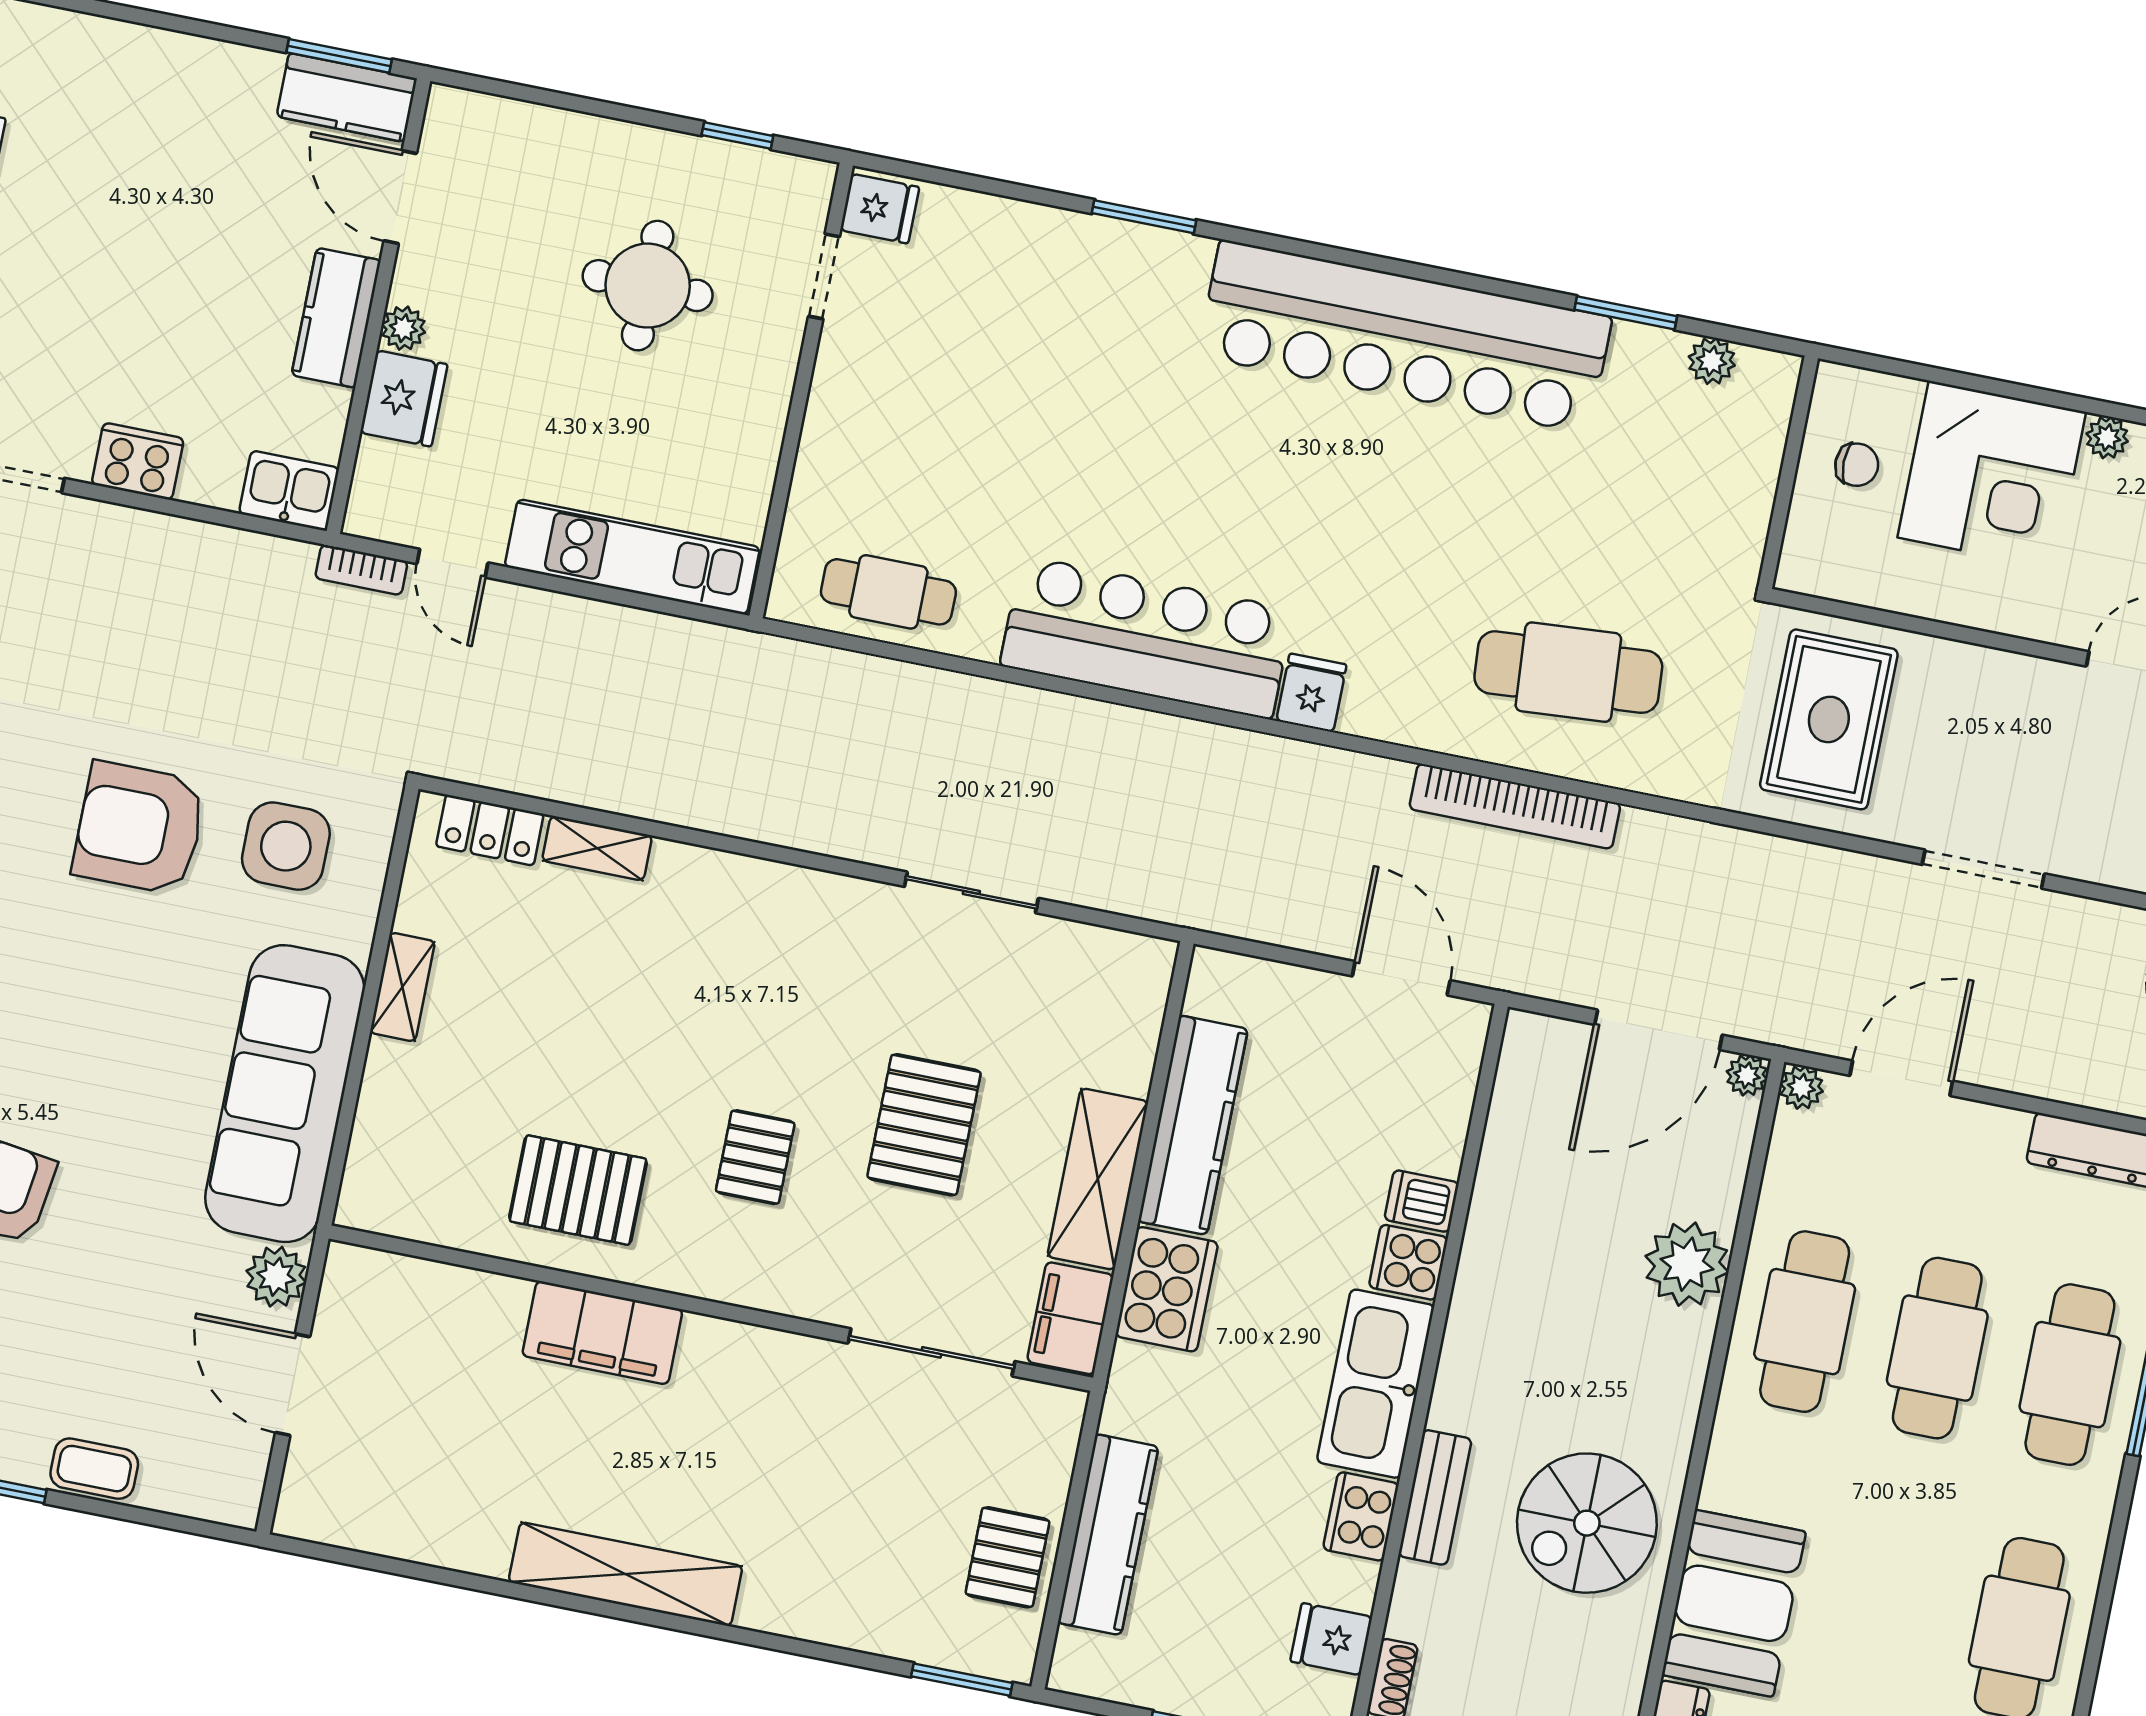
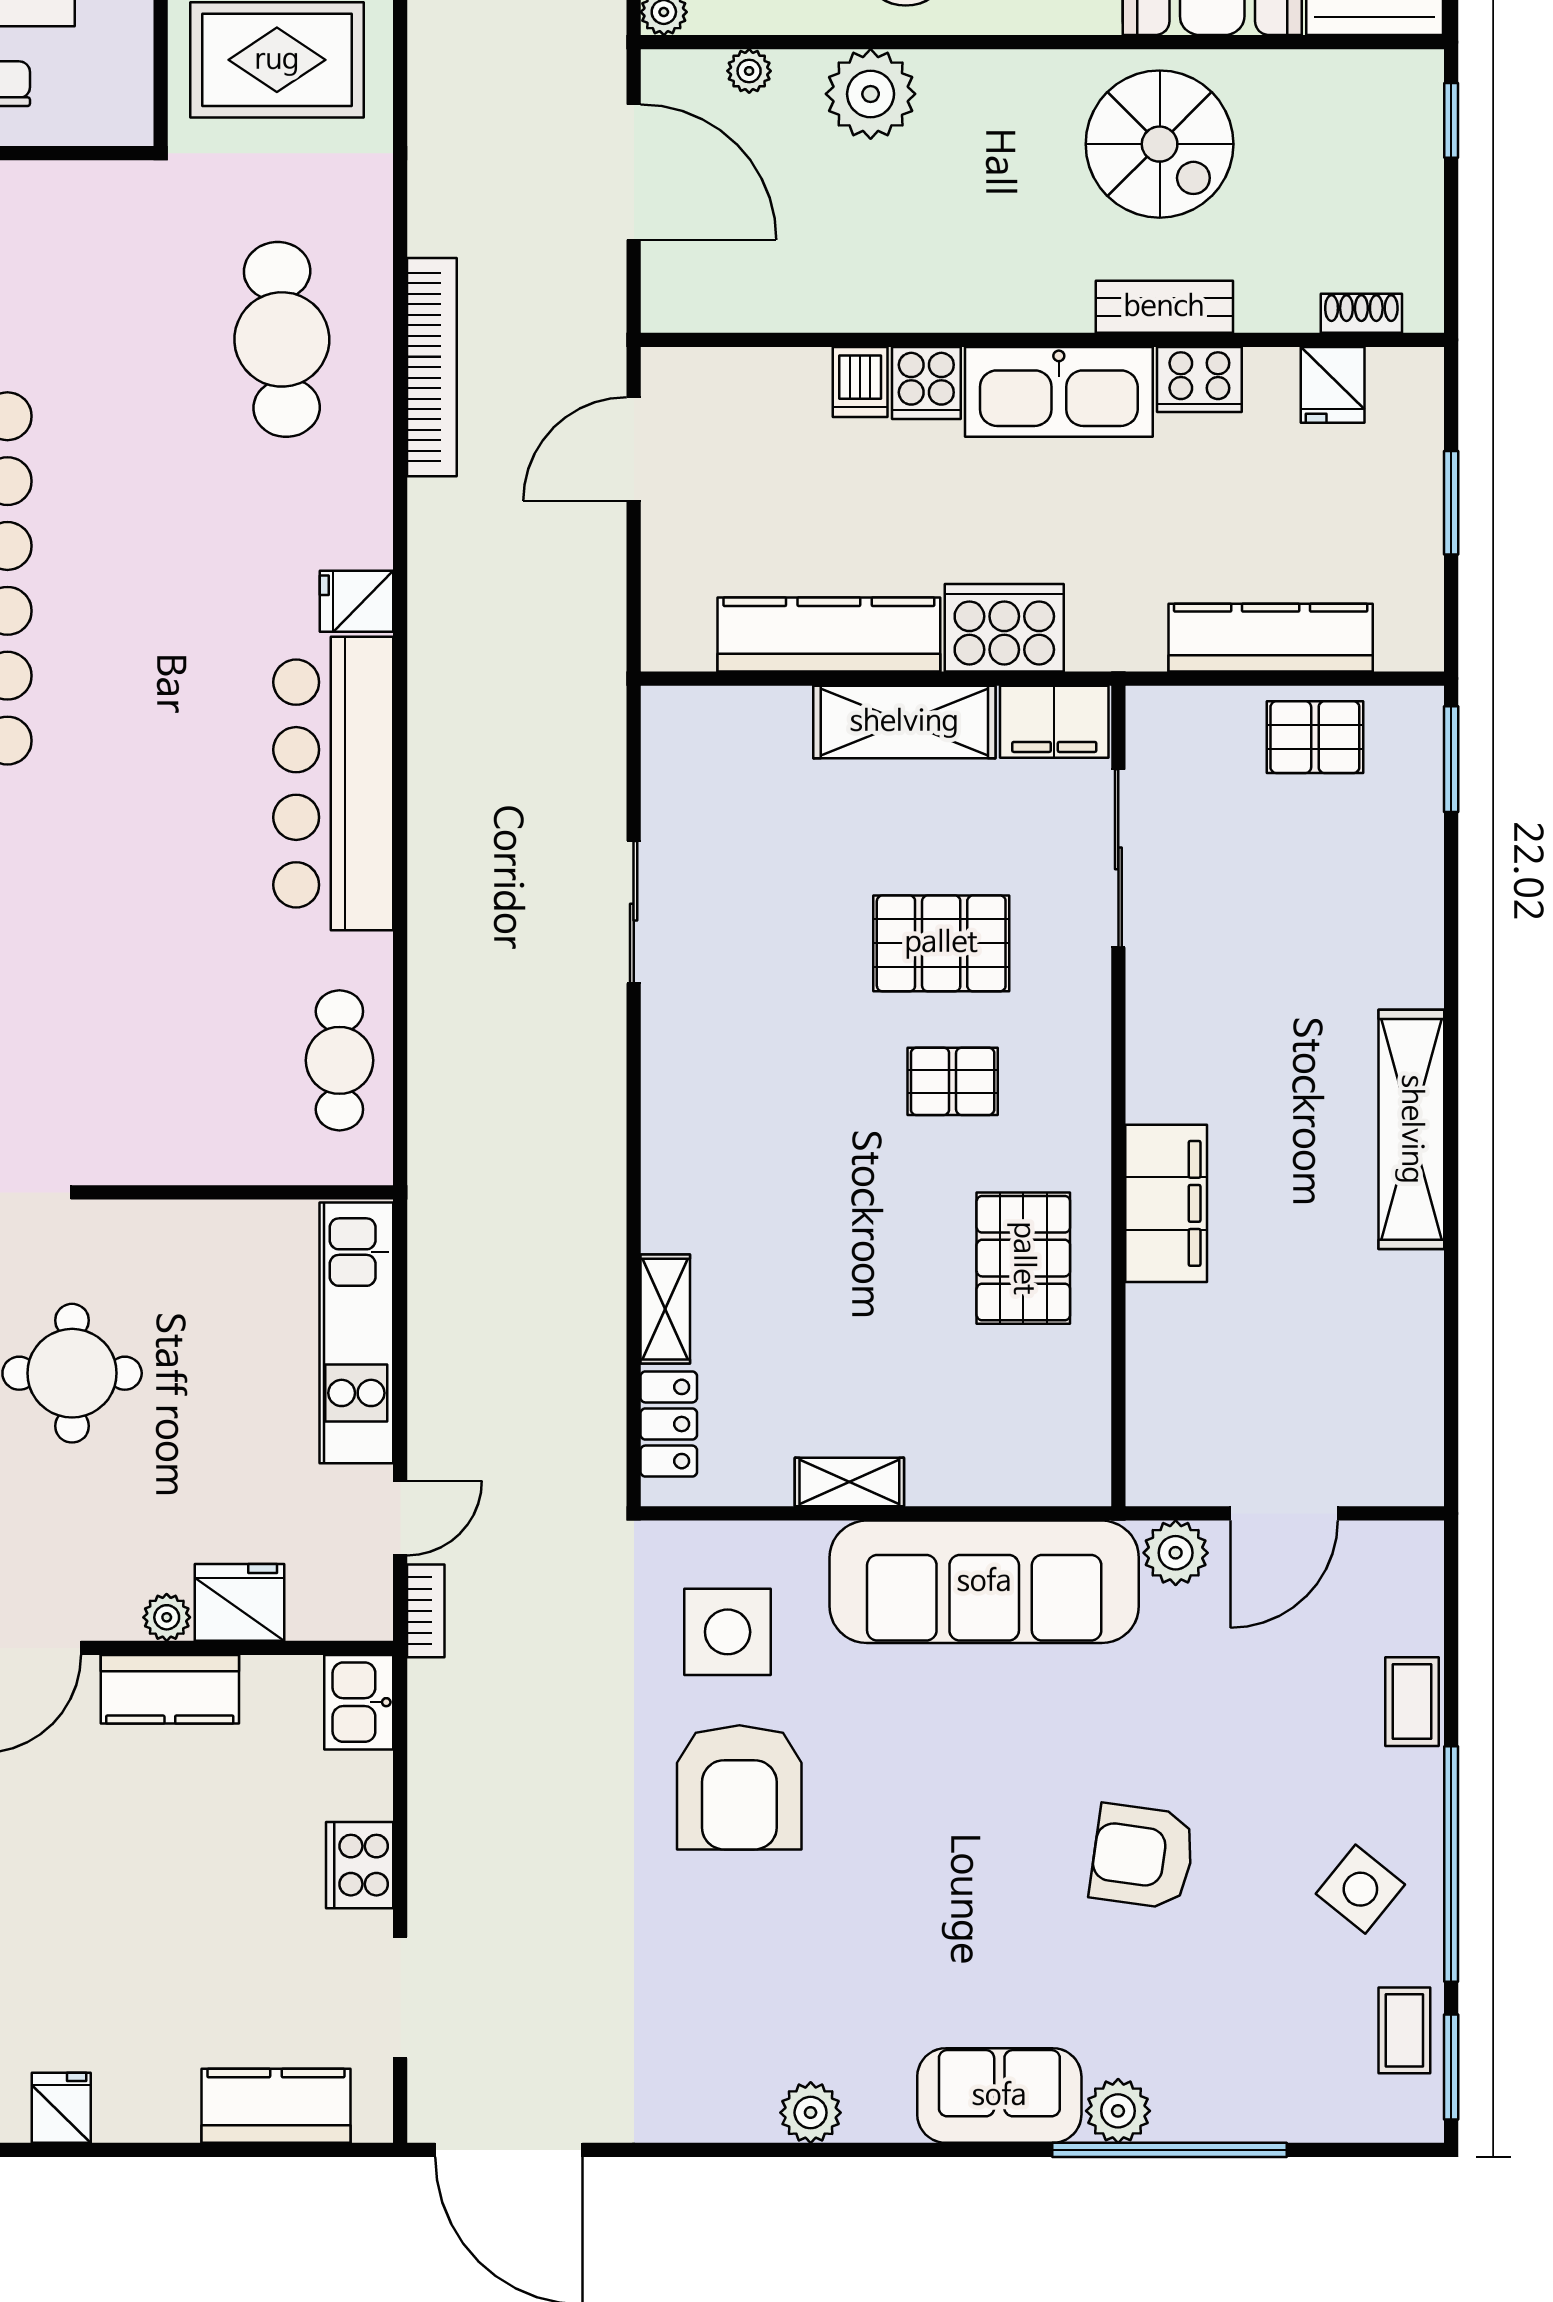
plant: (1747, 1075) -> (749, 71), moved
pallet: (924, 1125) -> (941, 943), moved

